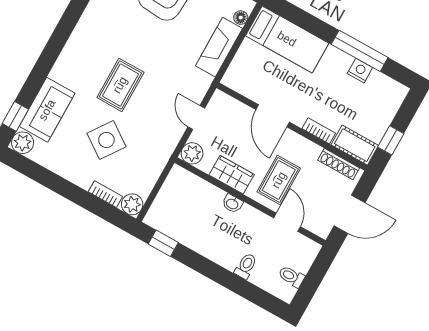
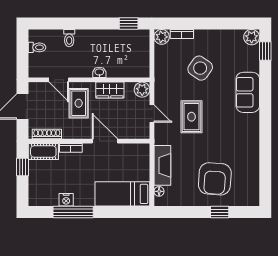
rug: (120, 85) -> (191, 117), moved
sofa: (47, 110) -> (248, 92), moved

